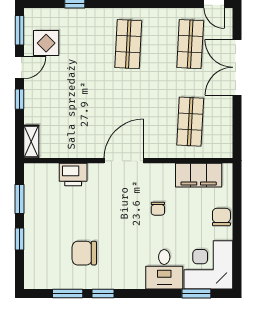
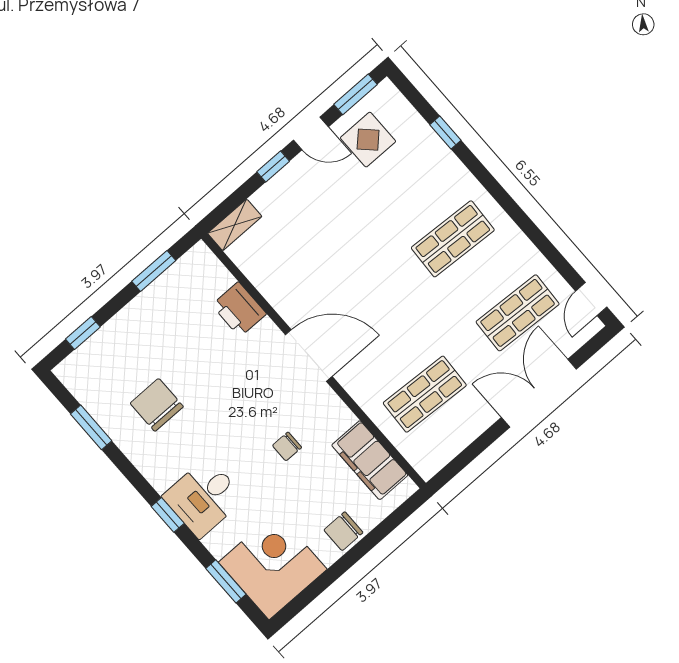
chair: (221, 217) -> (343, 531), turned 180
window: (20, 239) -> (83, 333), moved
desk: (164, 269) -> (204, 498), moved
window: (103, 294) -> (168, 515), moved

